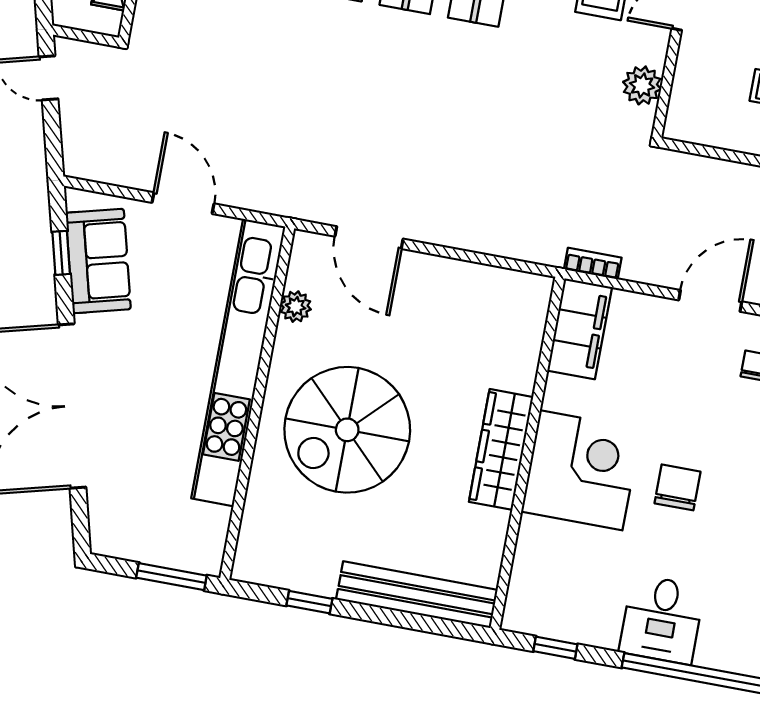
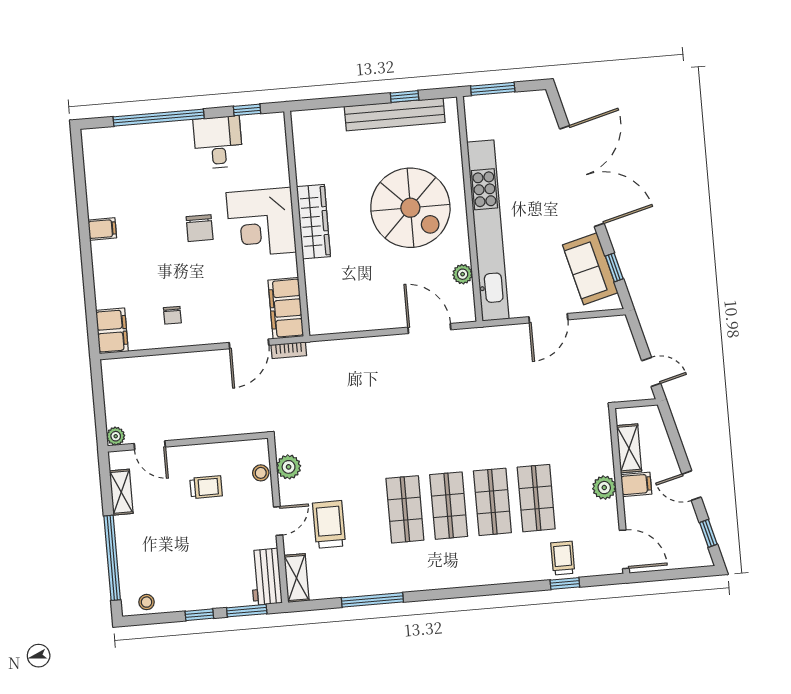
stool: (687, 88) -> (261, 473), added
door: (183, 203) -> (548, 318), hinge flipped
door: (710, 301) -> (249, 344), moved
spiral stairs: (347, 430) -> (410, 208), turned 90
bench: (417, 595) -> (395, 114), moved
desk: (662, 619) -> (218, 142), moved

